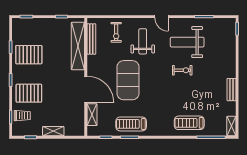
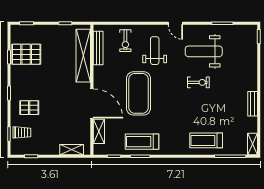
pallet: (29, 55) -> (26, 54), moved
pallet: (29, 93) -> (29, 108), width x0.67, depth x0.71
shelving: (53, 131) -> (72, 150), moved

